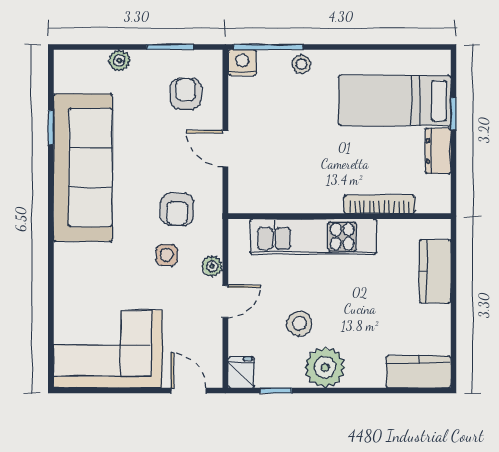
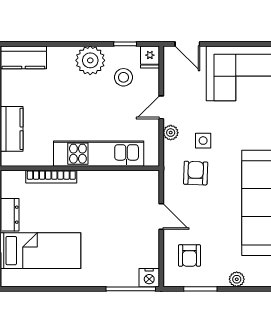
stool: (301, 64) -> (107, 277), removed
stool: (299, 323) -> (123, 77), moved

